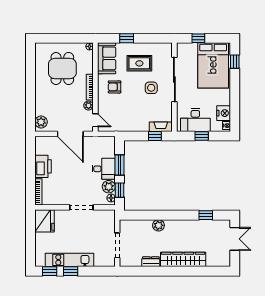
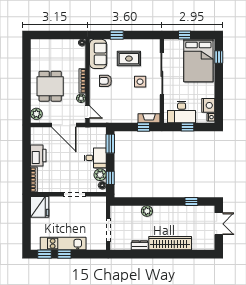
dining table: (62, 69) -> (50, 86), moved
window: (119, 165) -> (110, 144), moved

